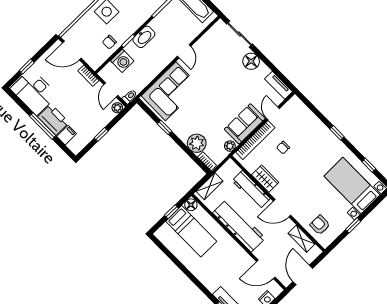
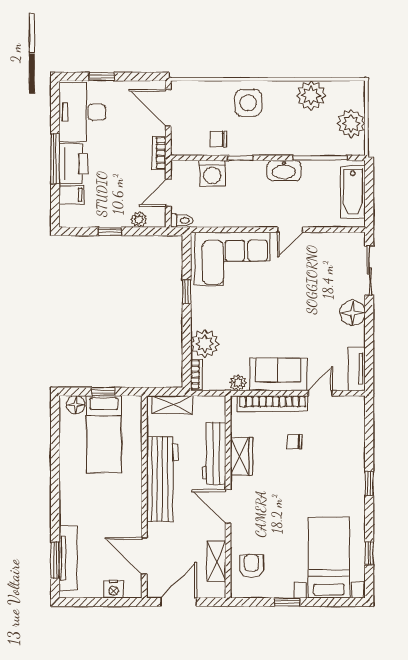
washbasin: (144, 37) -> (284, 171), moved
plant: (117, 108) -> (139, 219), moved
floor lamp: (191, 205) -> (76, 405), moved

